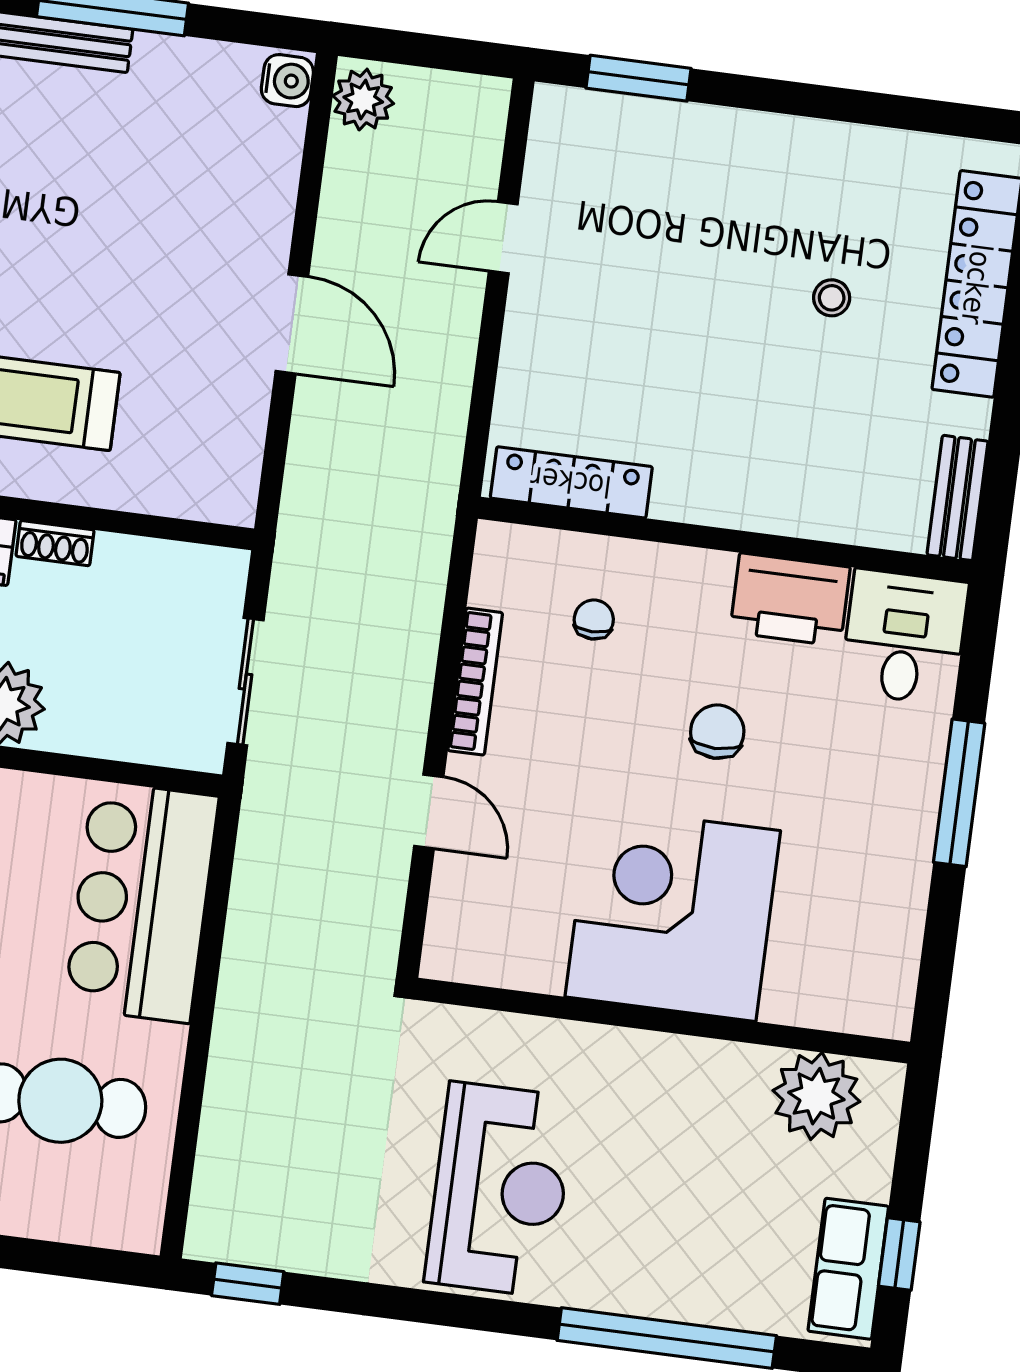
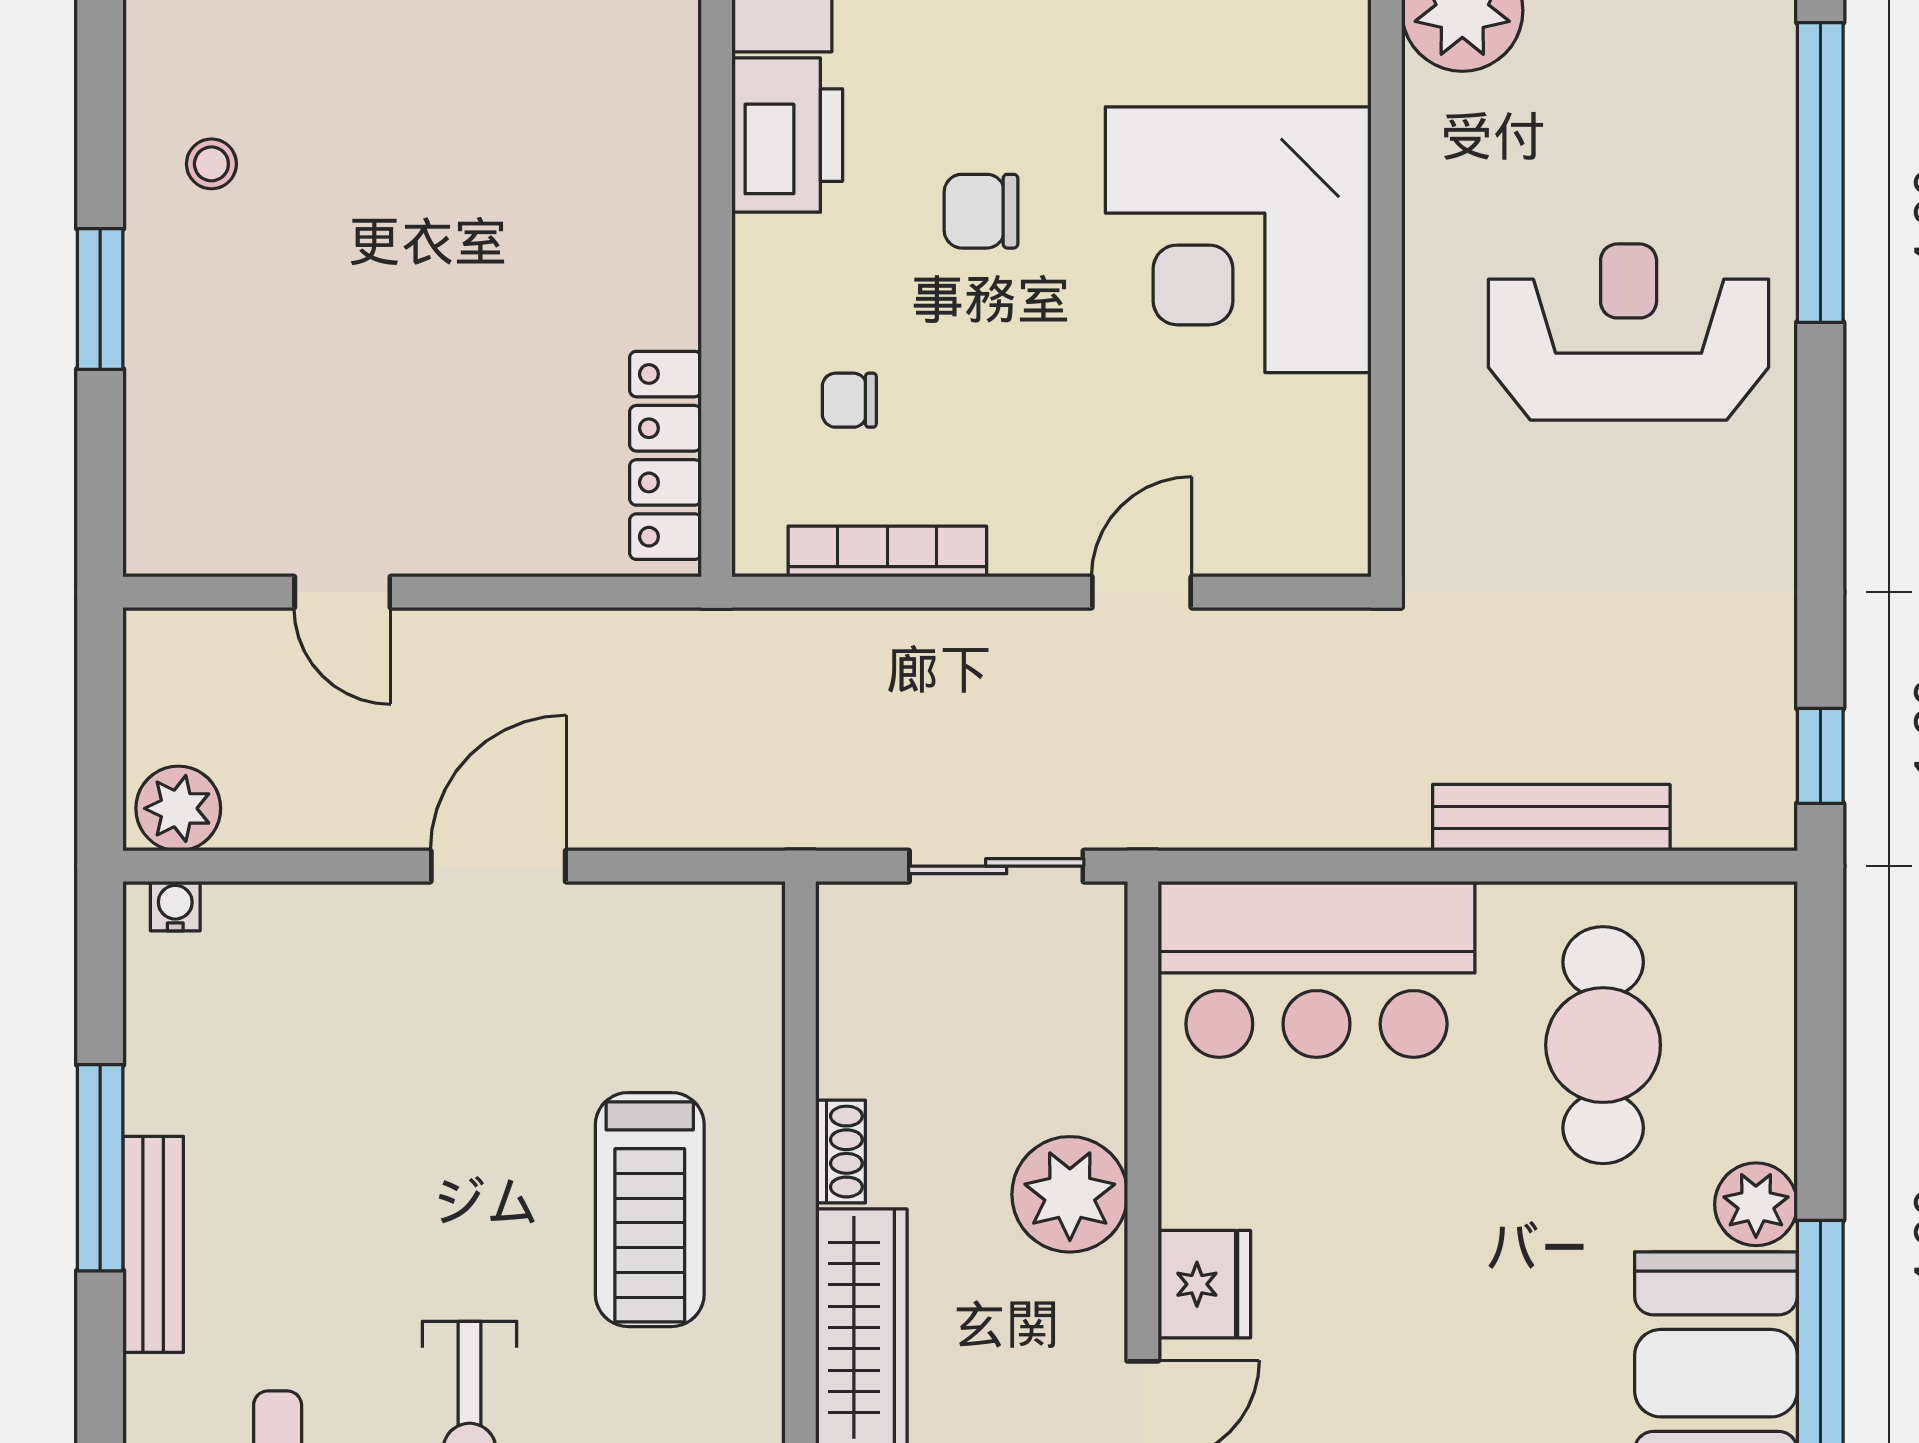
window: (638, 78) -> (100, 299), moved
water cooler: (287, 81) -> (175, 906), width x0.72, depth x0.72
stool: (832, 298) -> (211, 164), moved
bookcase: (475, 682) -> (887, 552), moved
bench: (228, 1085) -> (1551, 818), added
reception desk: (500, 1190) -> (1629, 332), moved

